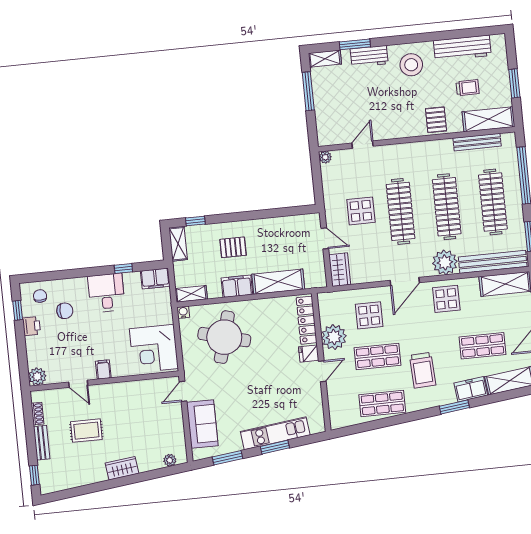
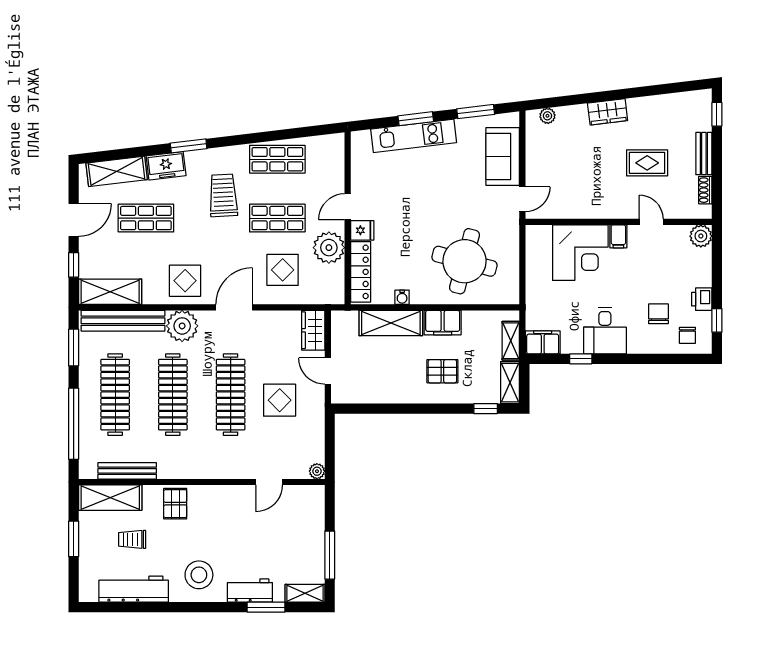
shelving: (191, 294) -> (511, 341), moved, turned 90
chair: (65, 311) -> (659, 314), turned 90
water cooler: (183, 312) -> (402, 297), moved
corner desk: (154, 349) -> (580, 253), moved, turned 90

